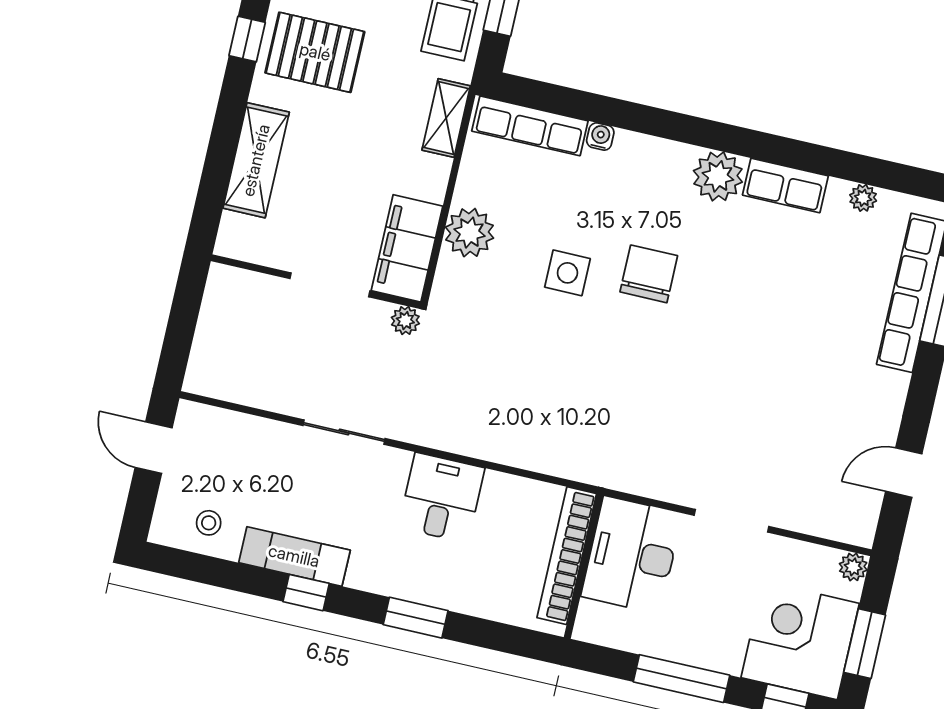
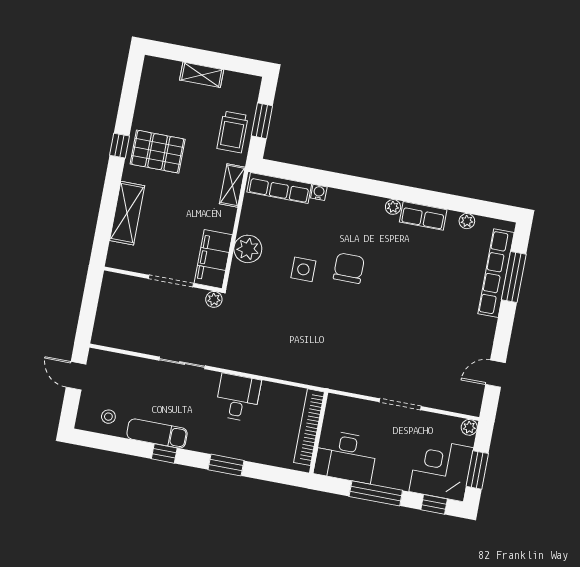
plant: (718, 176) -> (393, 207), width x0.53, depth x0.53
desk: (632, 555) -> (346, 457), moved, turned -90

